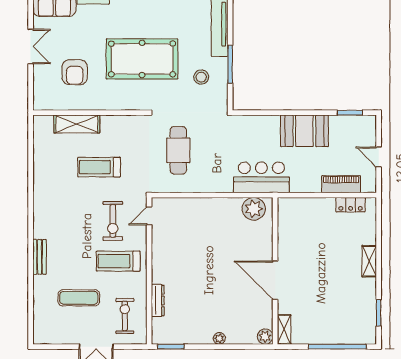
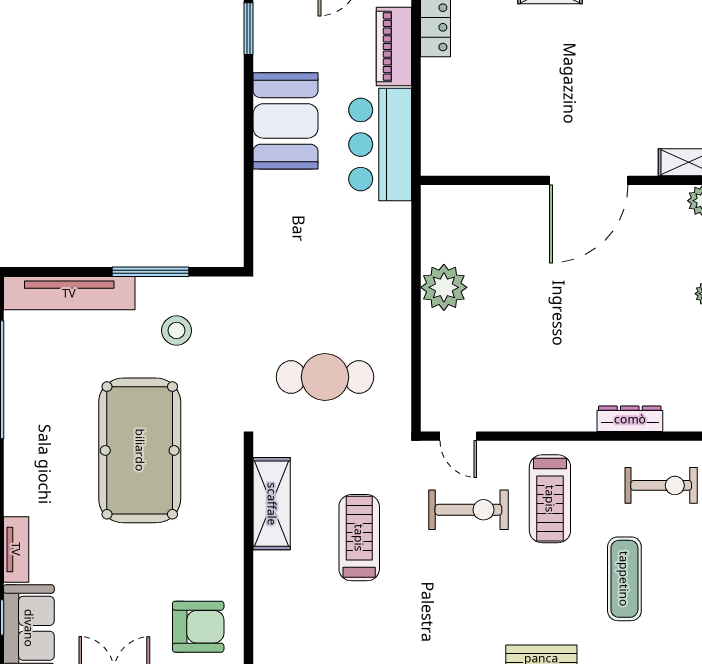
armchair: (75, 72) -> (198, 627), moved
shelving: (77, 124) -> (272, 504), moved
treadmill: (99, 167) -> (359, 538), turned 180
bar counter: (261, 177) -> (380, 145), moved
plant: (254, 209) -> (444, 287), moved
exercise bike: (125, 316) -> (661, 485), turned 180

